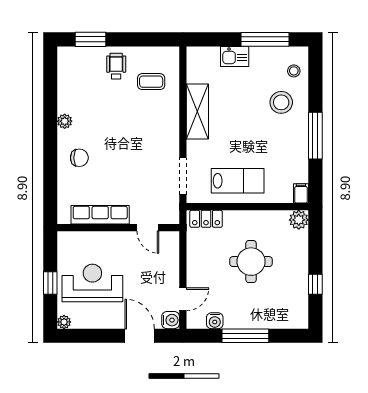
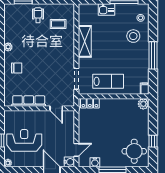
round table: (251, 262) -> (134, 151), moved

